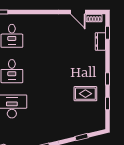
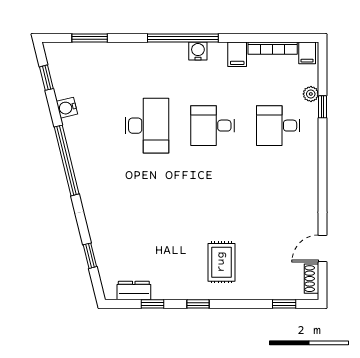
dresser: (100, 41) -> (134, 290), moved
rug: (85, 94) -> (221, 262), moved

